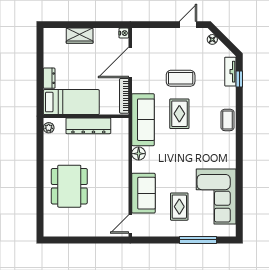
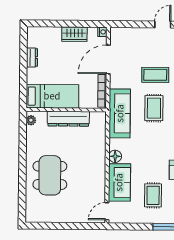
wardrobe: (80, 36) -> (74, 34), moved
dresser: (49, 78) -> (32, 58), moved
floor lamp: (139, 154) -> (115, 156), moved

